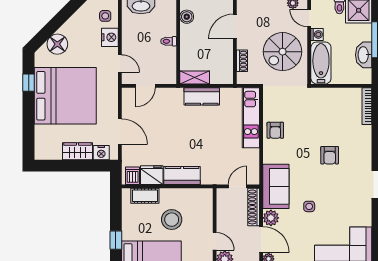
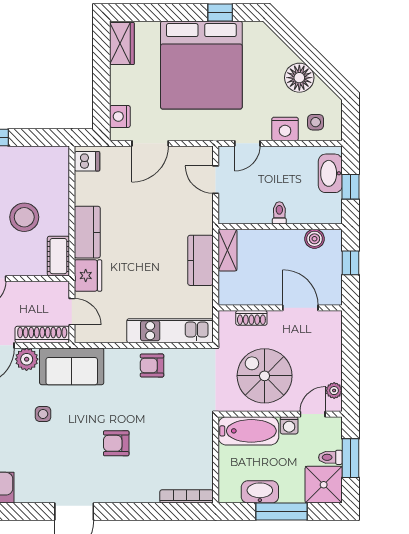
floor lamp: (57, 44) -> (299, 78), moved
wardrobe: (77, 151) -> (122, 43), moved
fridge: (152, 175) -> (88, 276), moved
cot: (145, 196) -> (58, 256), moved

